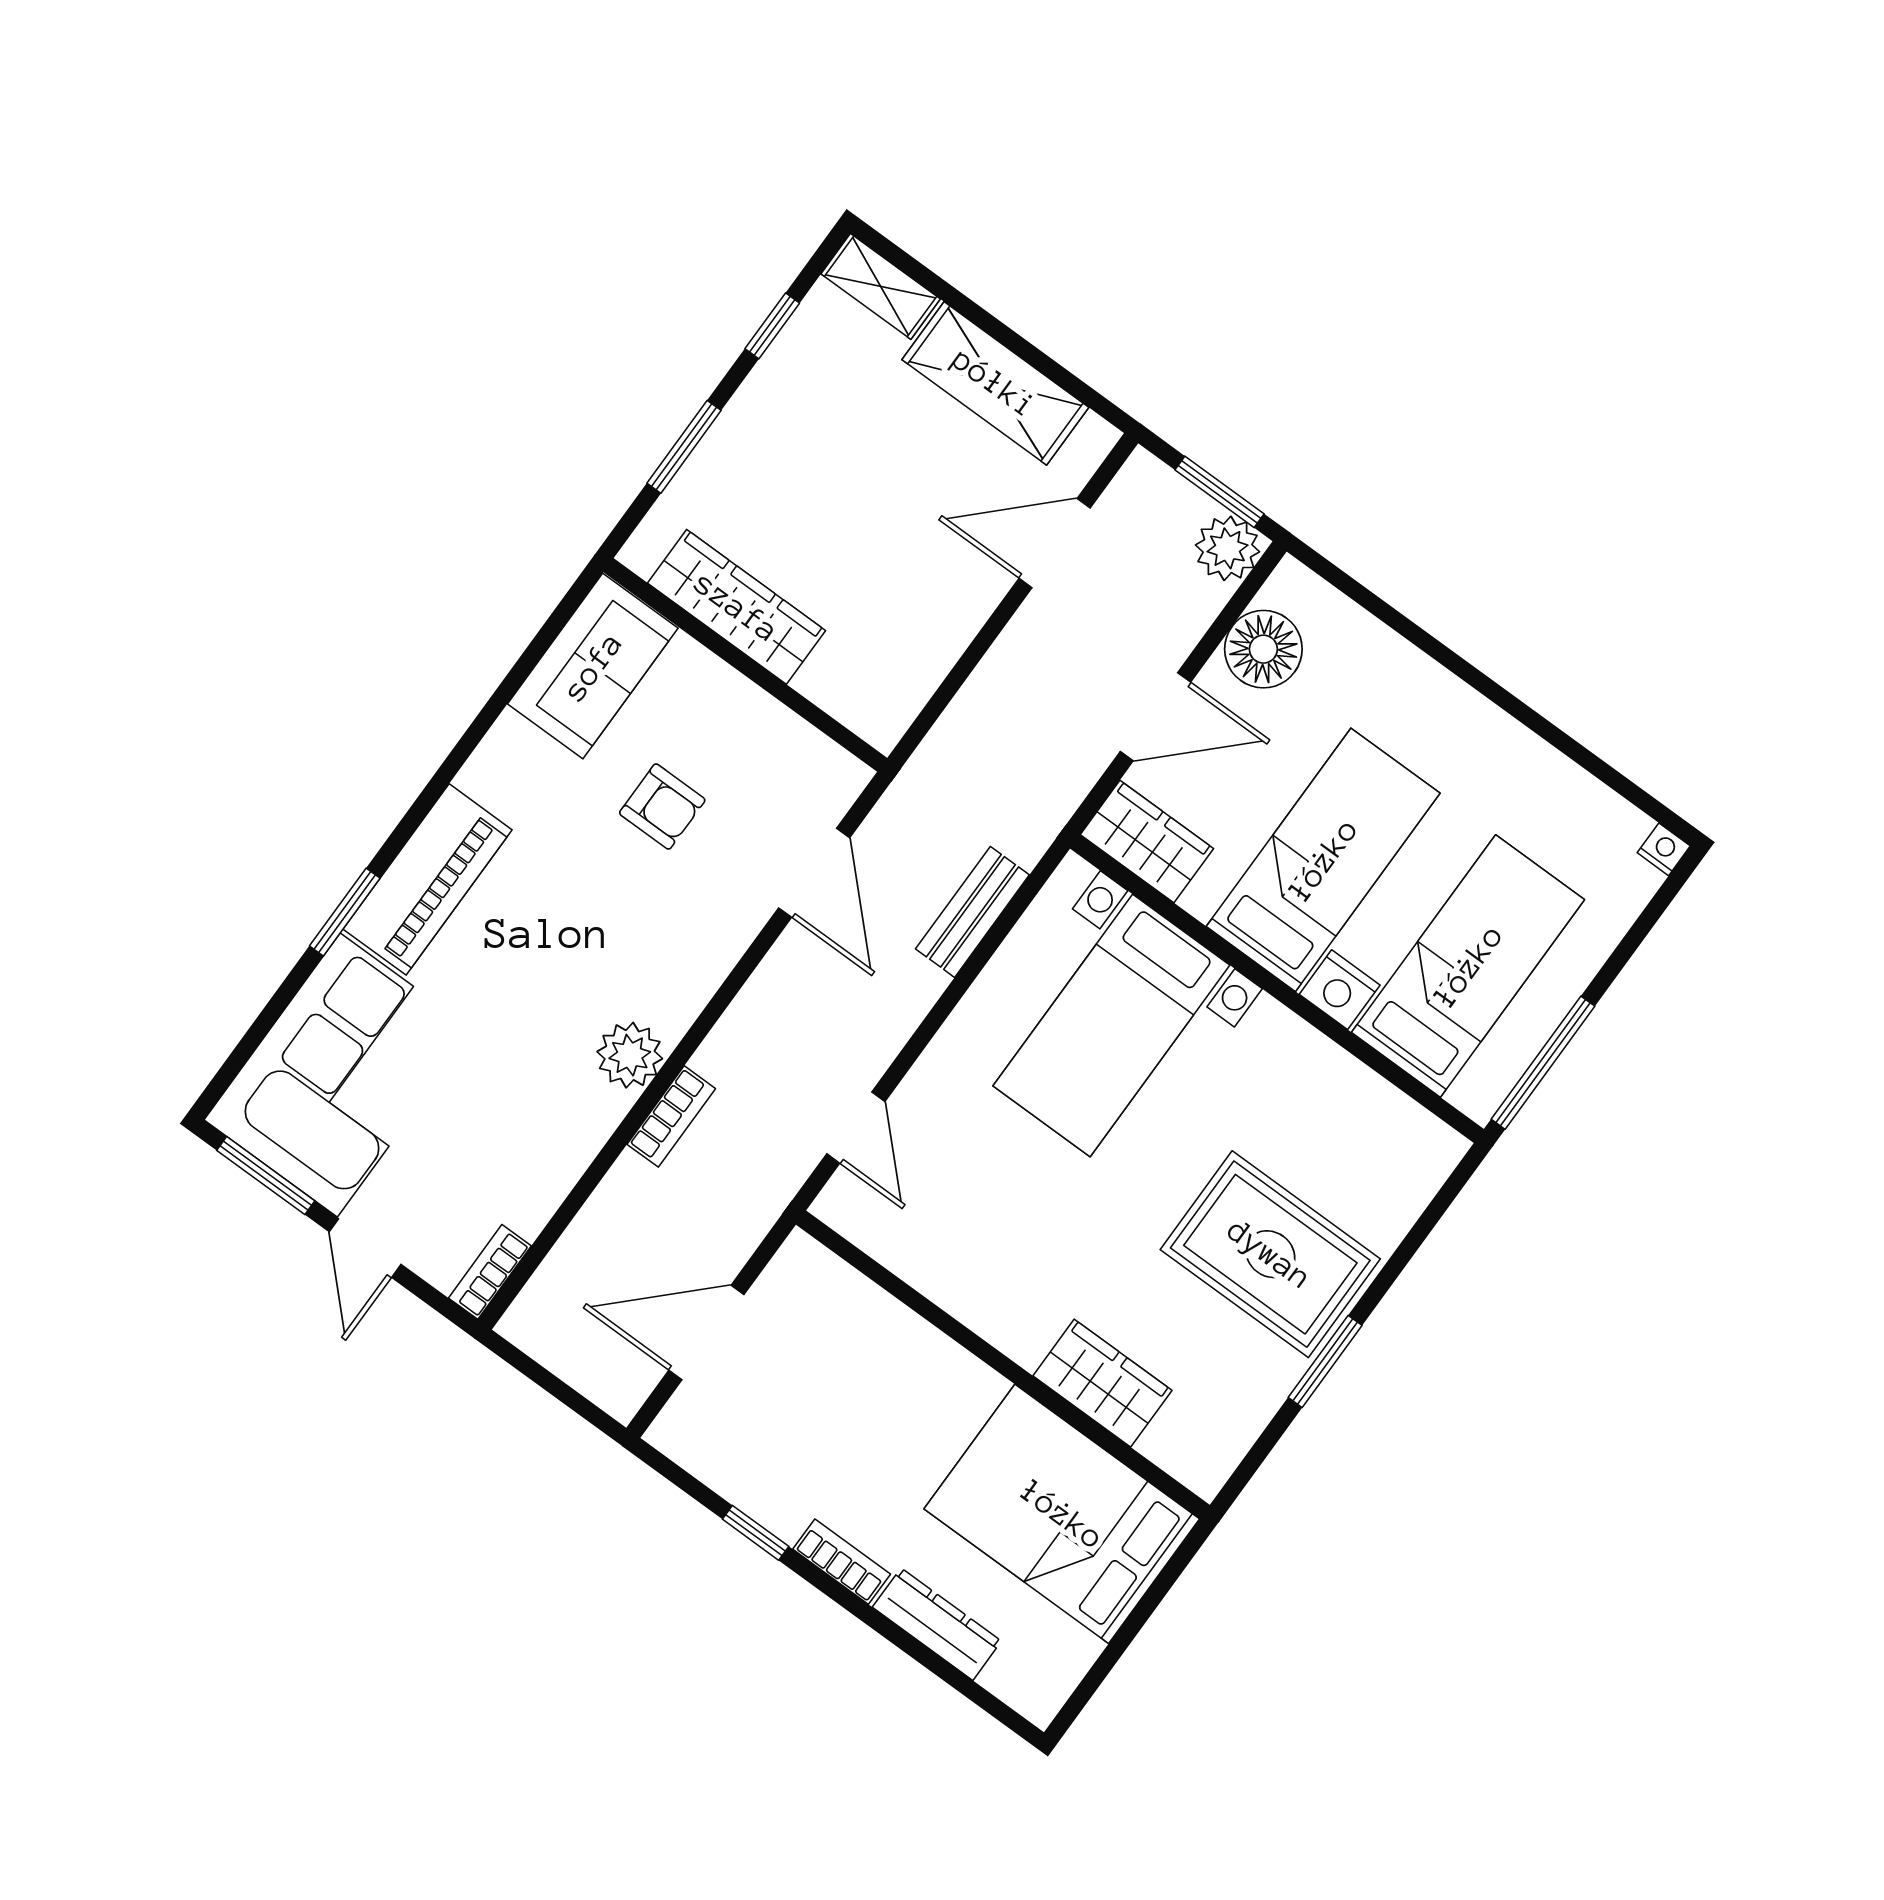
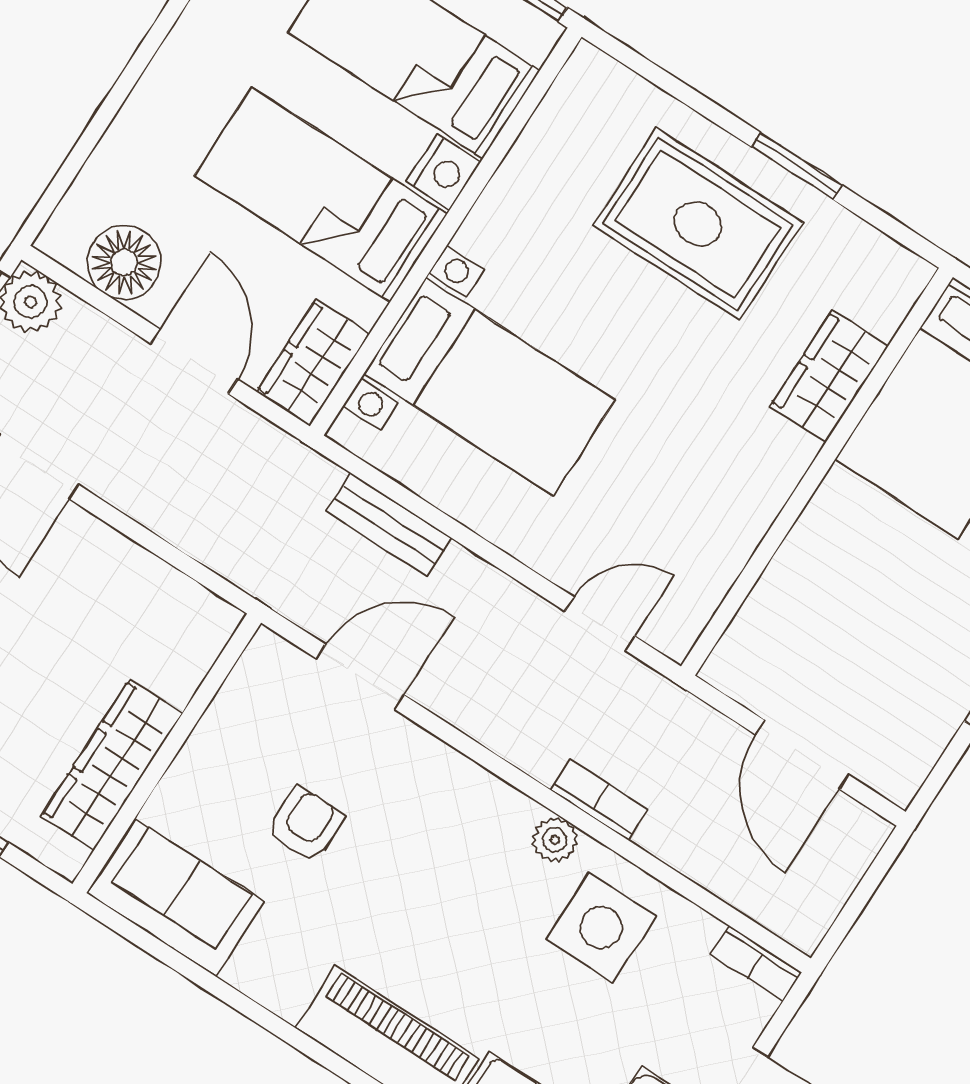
plant: (630, 1055) -> (555, 840), width x0.73, depth x0.73
side table: (537, 1111) -> (601, 928), added
rug: (1270, 1254) -> (698, 224), turned 90

